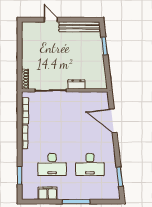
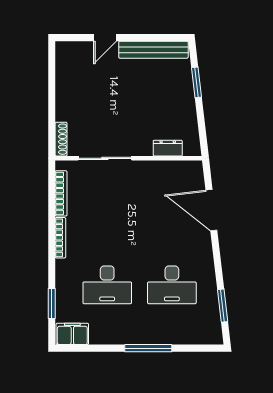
door: (51, 20) -> (105, 38), swing flipped
dresser: (76, 84) -> (168, 148), moved
filing cabinet: (48, 193) -> (72, 334), moved

